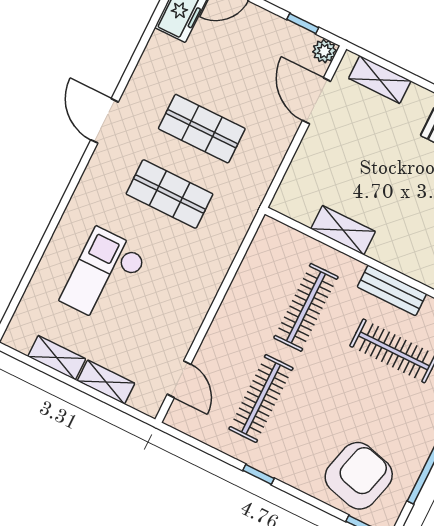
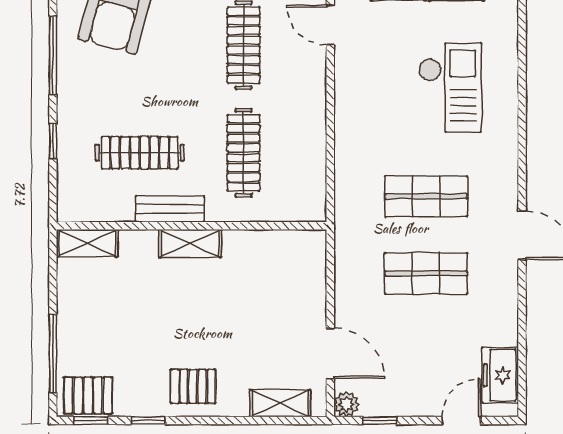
shelving: (343, 230) -> (190, 243), moved

